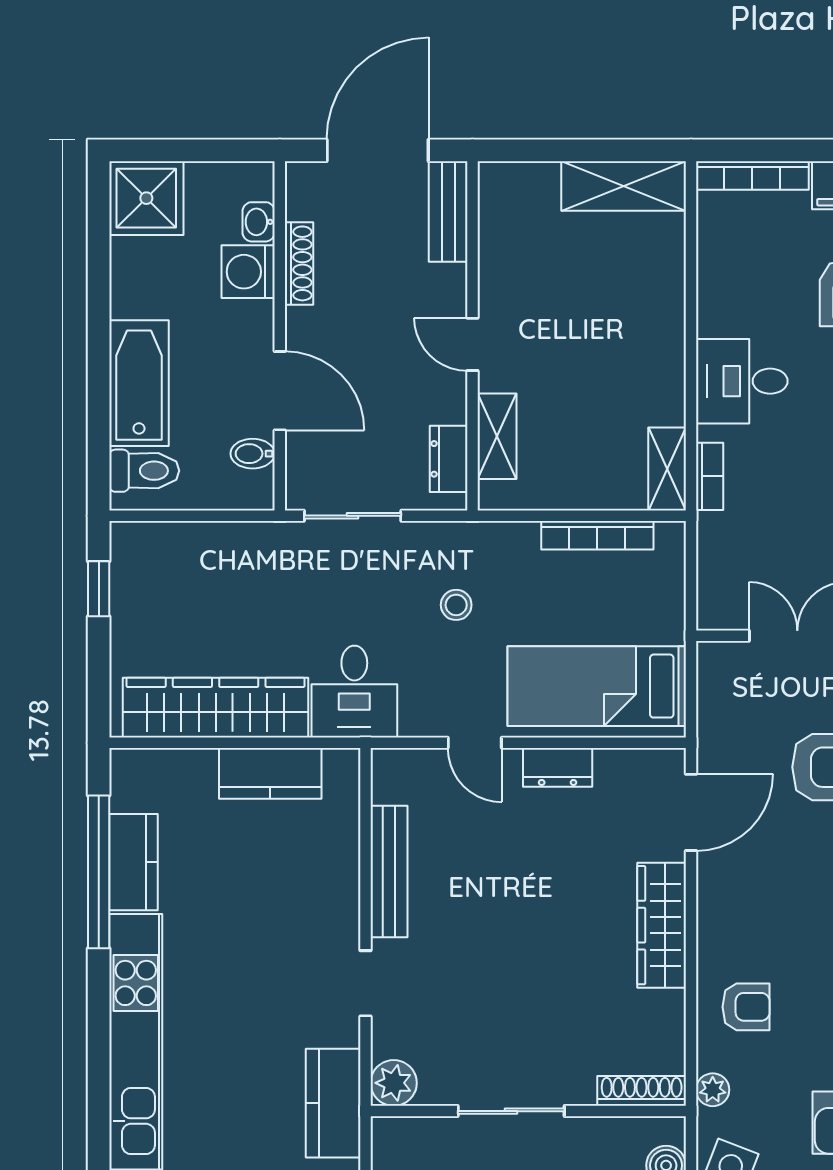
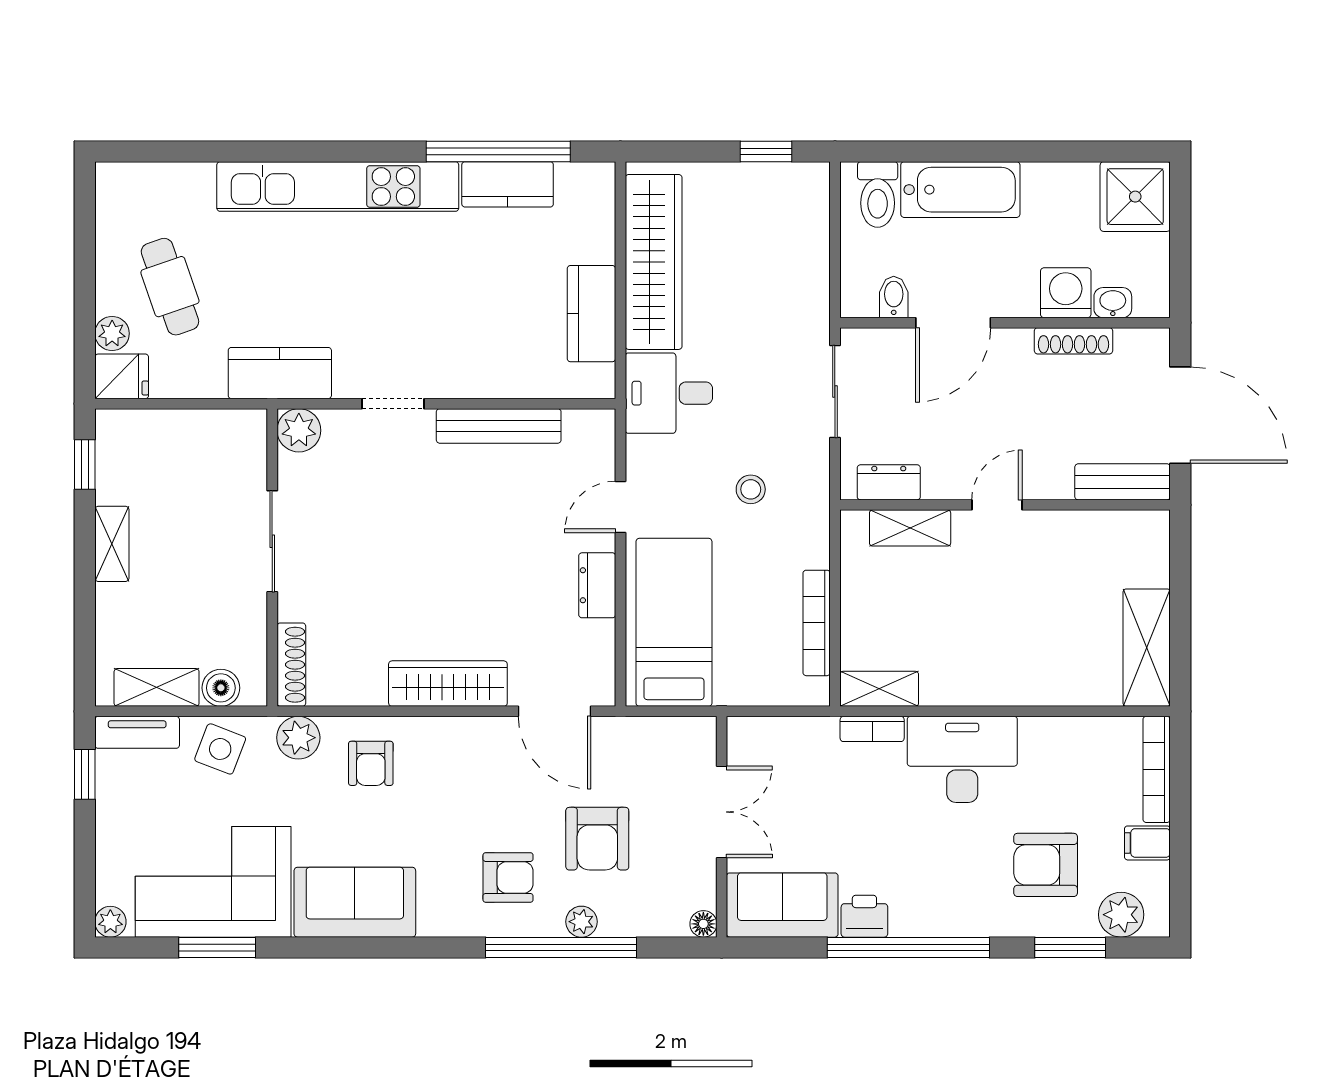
desk: (742, 381) -> (962, 759), width x1.37
plant: (713, 1090) -> (298, 738), width x1.38, depth x1.38

